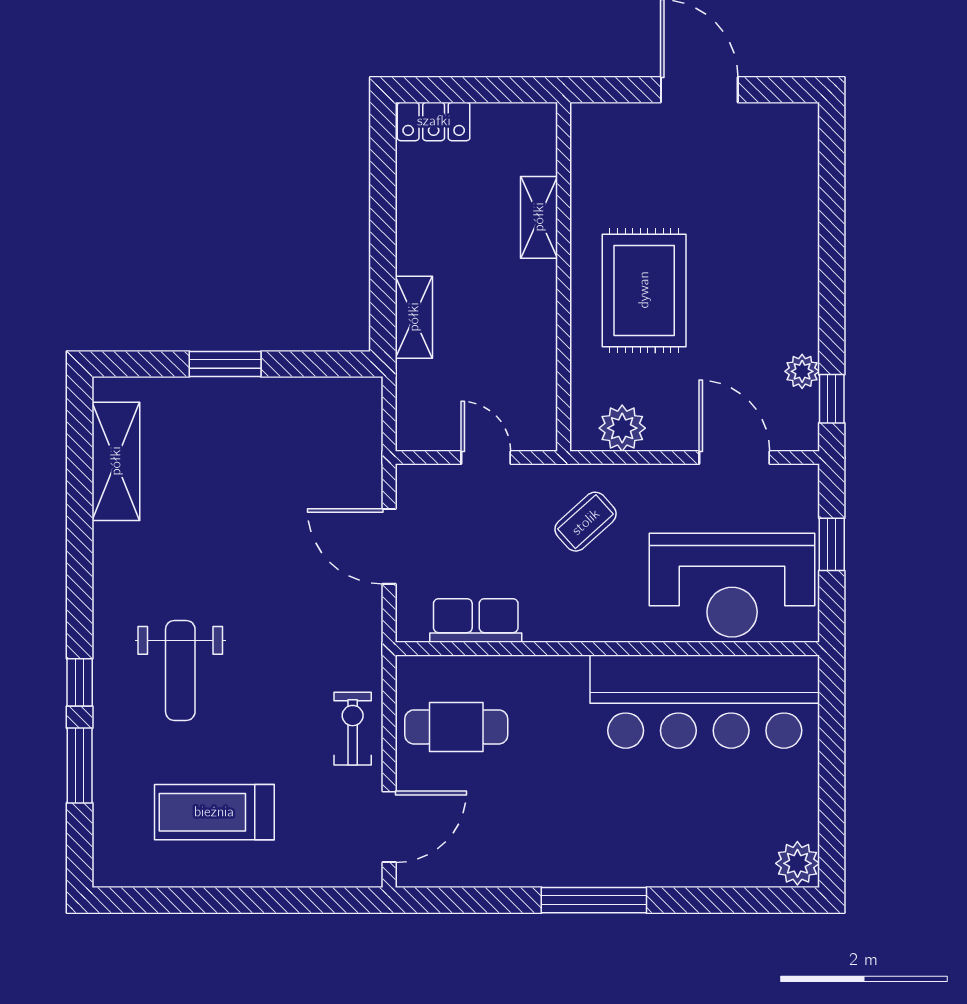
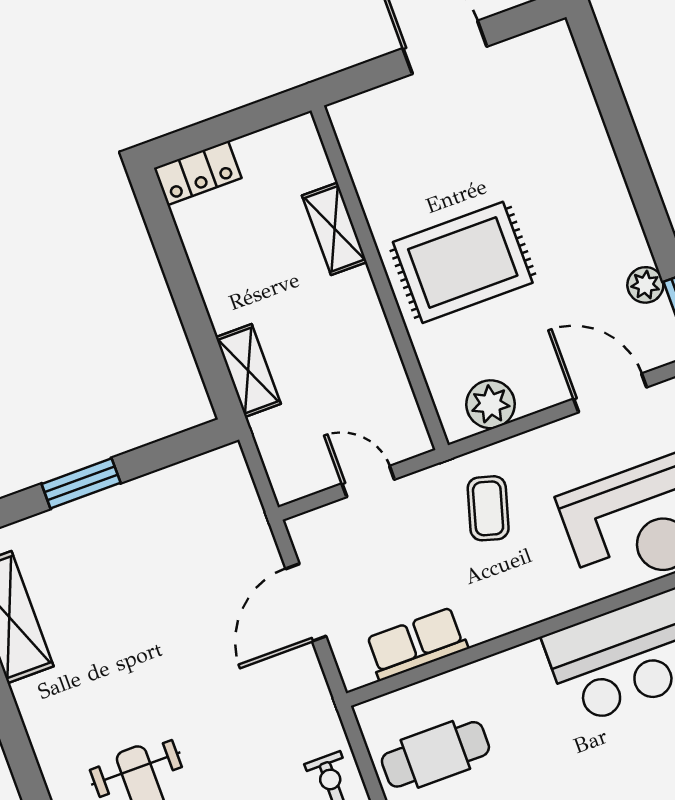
rug: (644, 290) -> (463, 262), turned 90
coffee table: (586, 522) -> (488, 508), turned -32
door: (389, 546) -> (306, 602), hinge flipped

